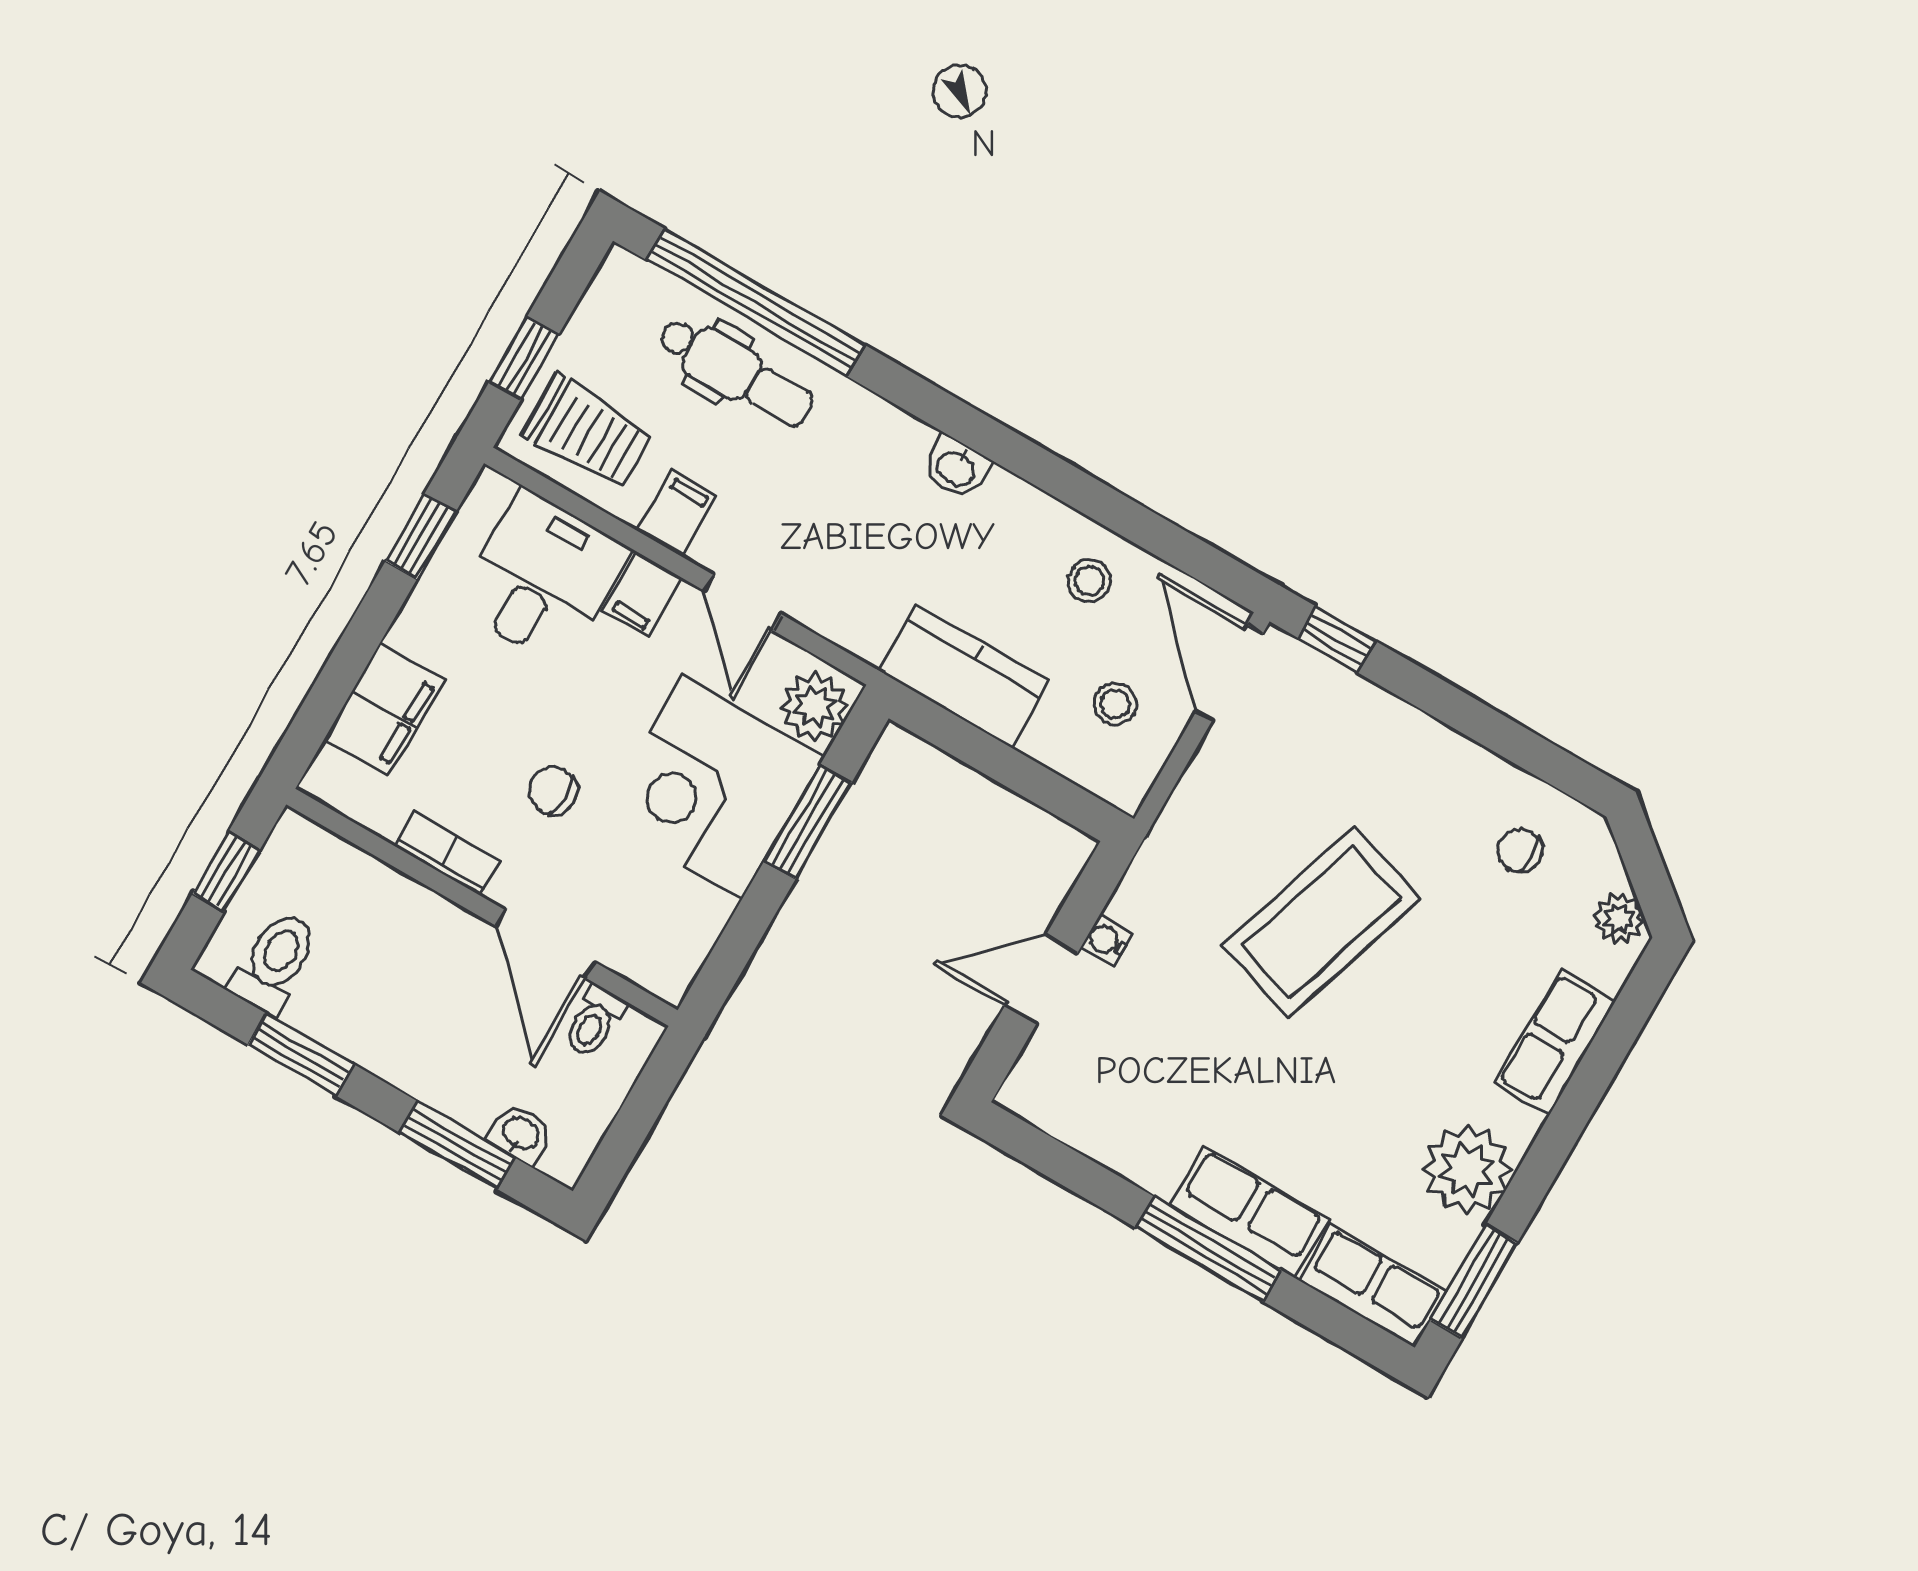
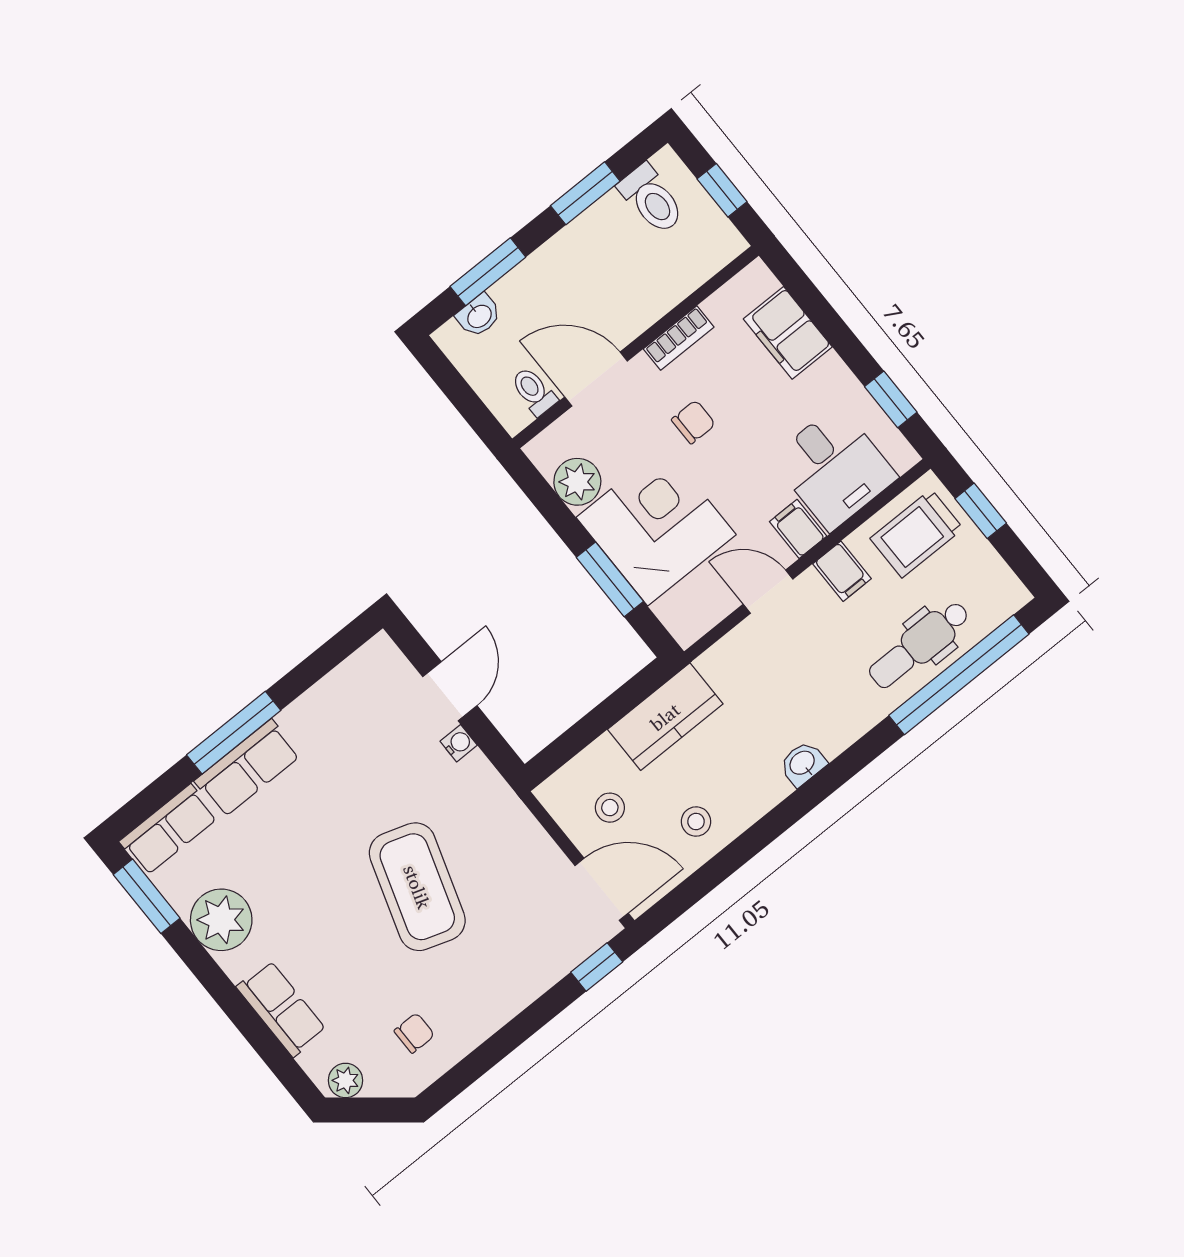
plant: (815, 707) -> (577, 482), moved

